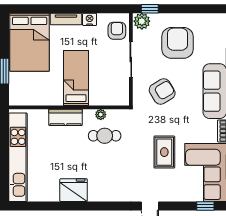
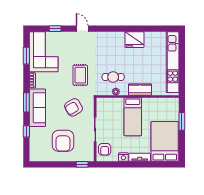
plant: (142, 21) -> (88, 156), removed
rug: (164, 152) -> (80, 75), moved
window: (205, 206) -> (55, 29), moved

